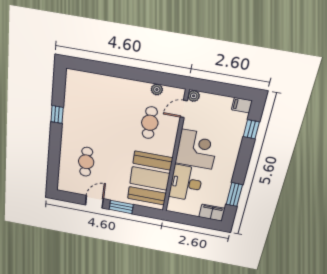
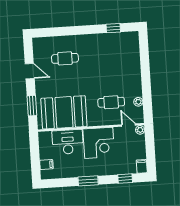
window: (57, 114) -> (113, 28), moved
window: (234, 195) -> (88, 181), moved
window: (121, 207) -> (32, 106), moved
filing cabinet: (212, 213) -> (46, 165), width x0.50

